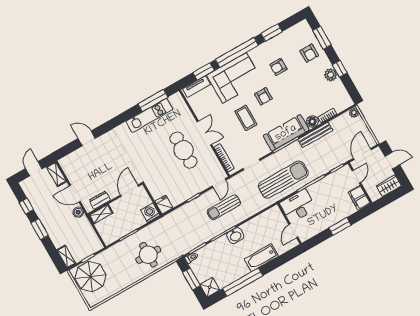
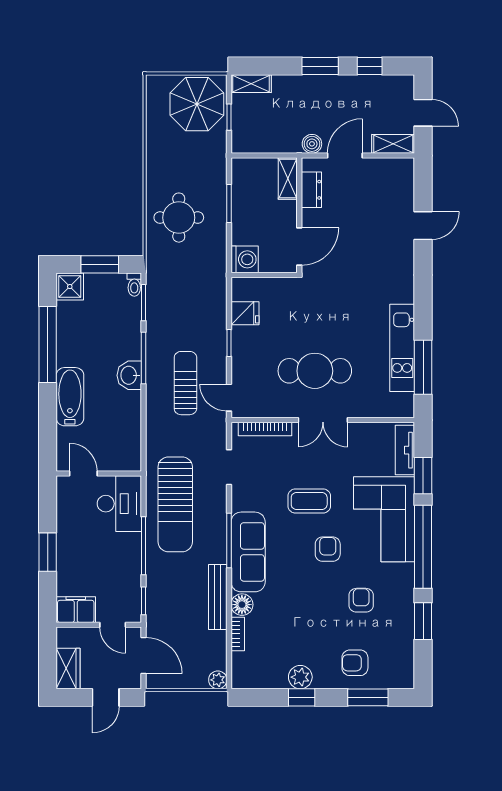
armchair: (263, 96) -> (328, 549), turned 90
door: (130, 191) -> (299, 246), hinge flipped
fridge: (164, 205) -> (245, 313), moved

